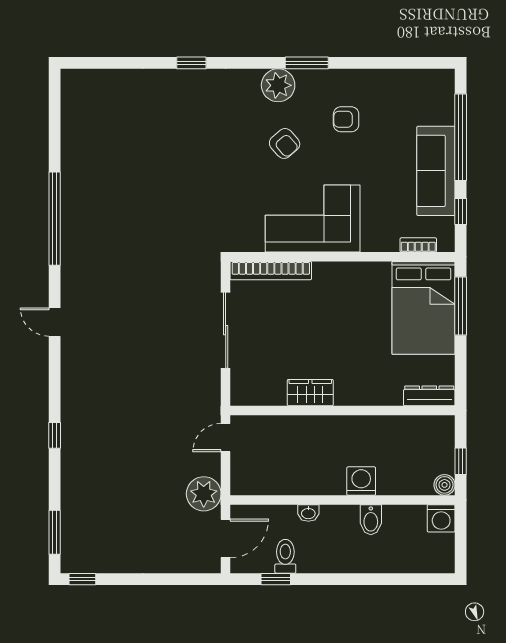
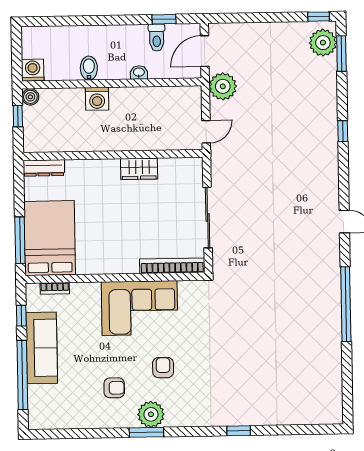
plant: (278, 85) -> (151, 414), moved
armchair: (285, 143) -> (163, 368), turned 41
plant: (77, 546) -> (323, 43), added

